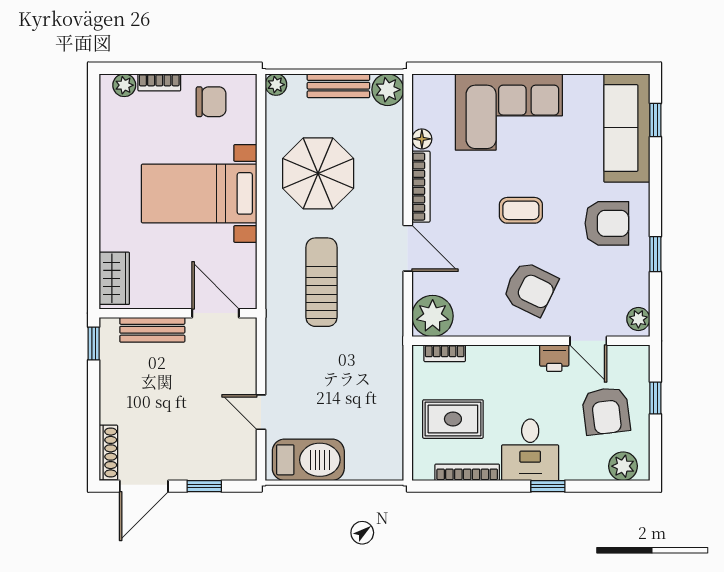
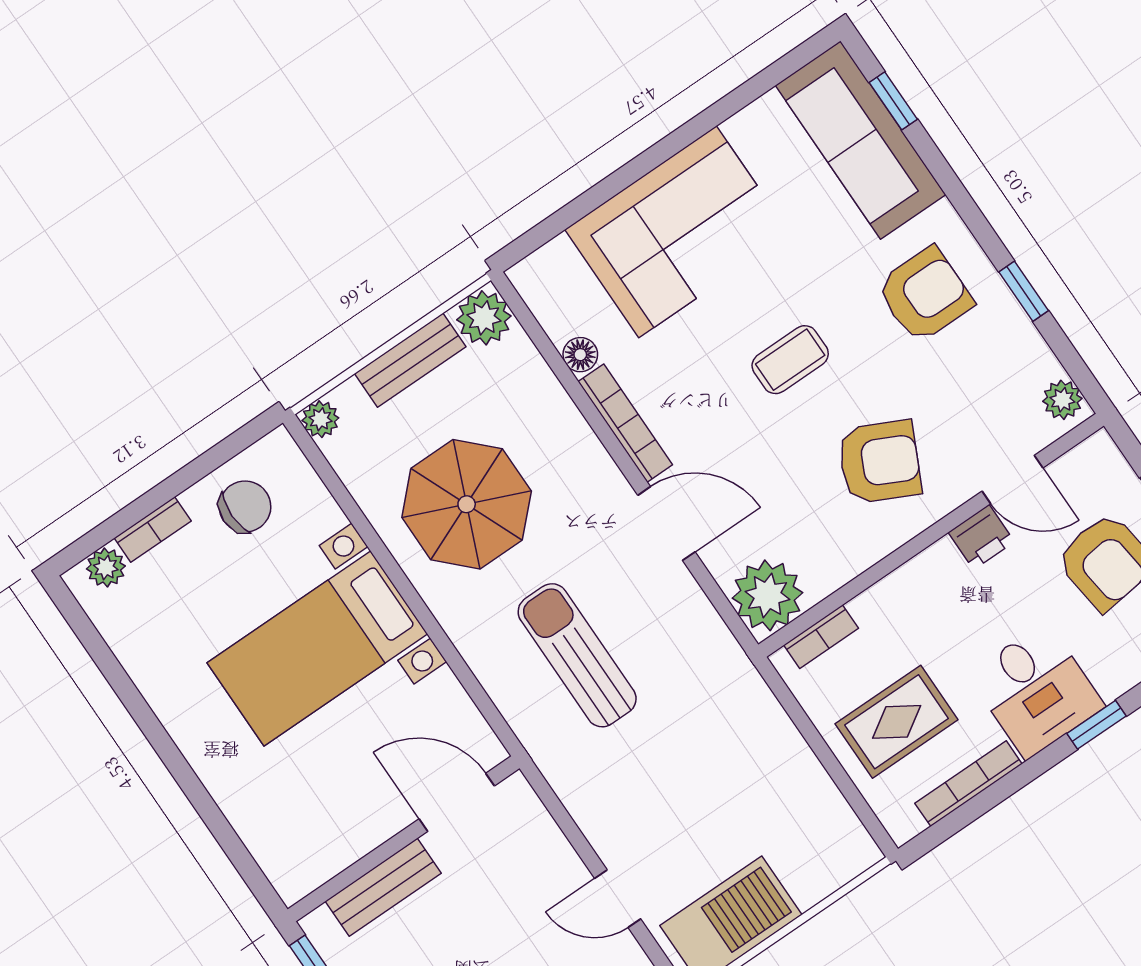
wardrobe: (114, 278) -> (279, 851), removed

